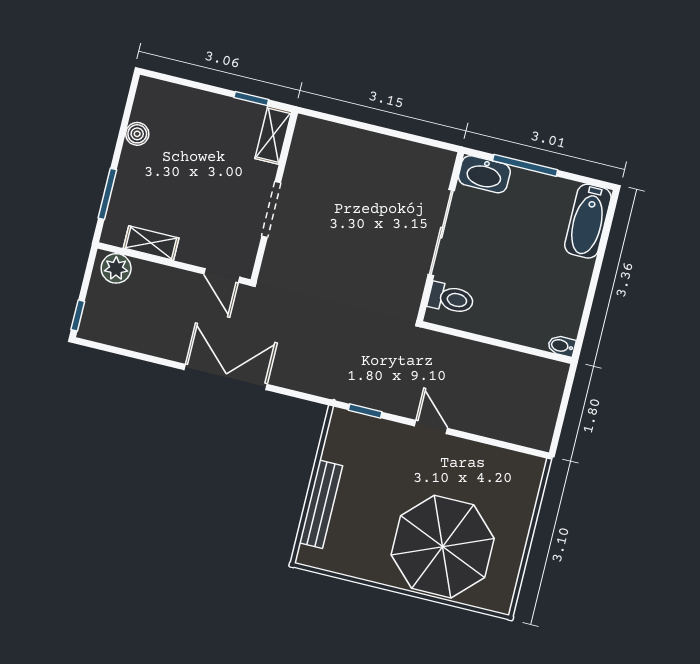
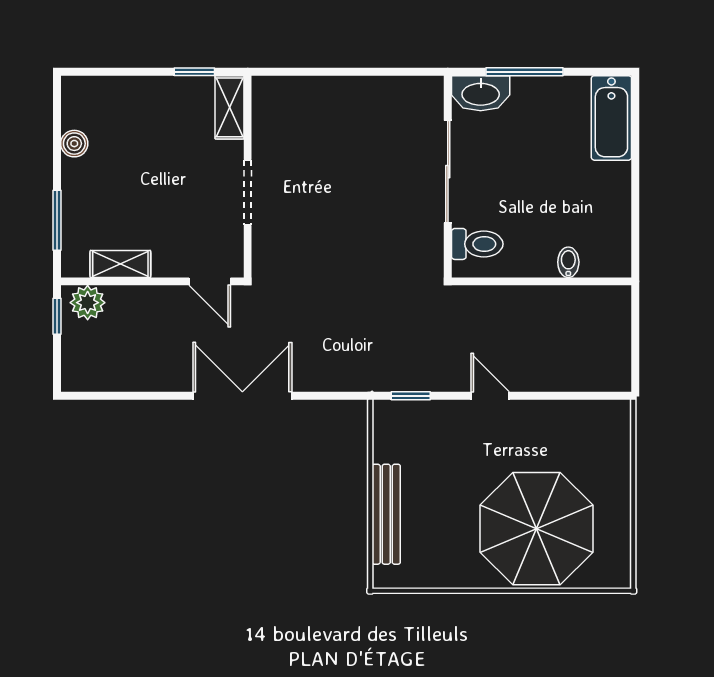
window: (78, 315) -> (57, 316), moved
bidet: (562, 346) -> (568, 262), moved, turned 90

